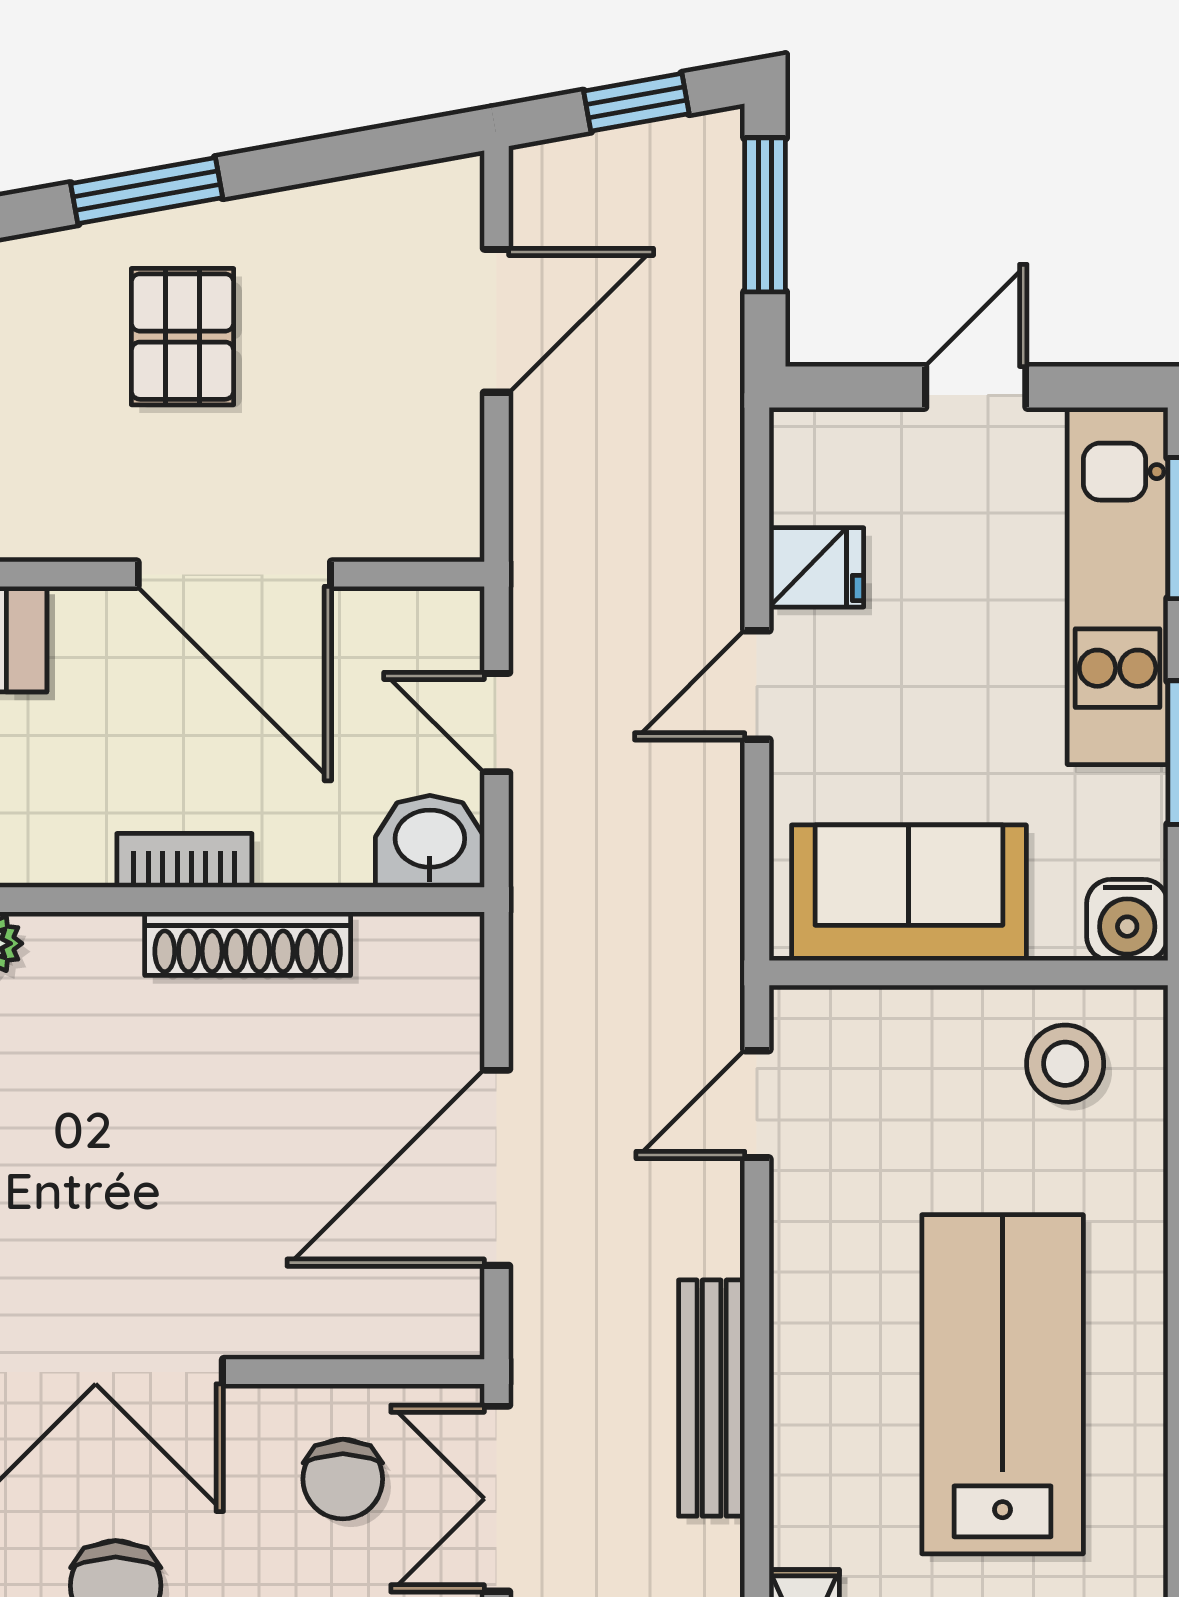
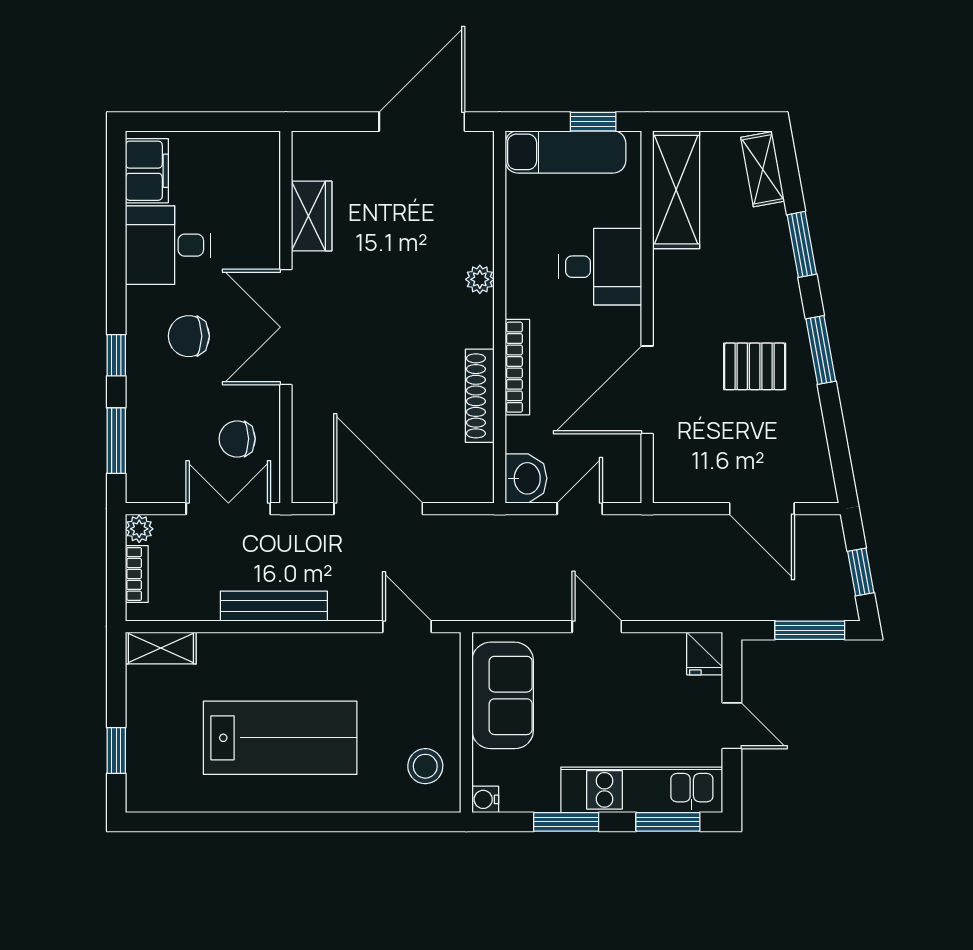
fridge: (816, 567) -> (705, 653), moved
bookcase: (184, 860) -> (517, 367), width x1.56
water cooler: (1127, 920) -> (485, 799), width x0.72, depth x0.72

